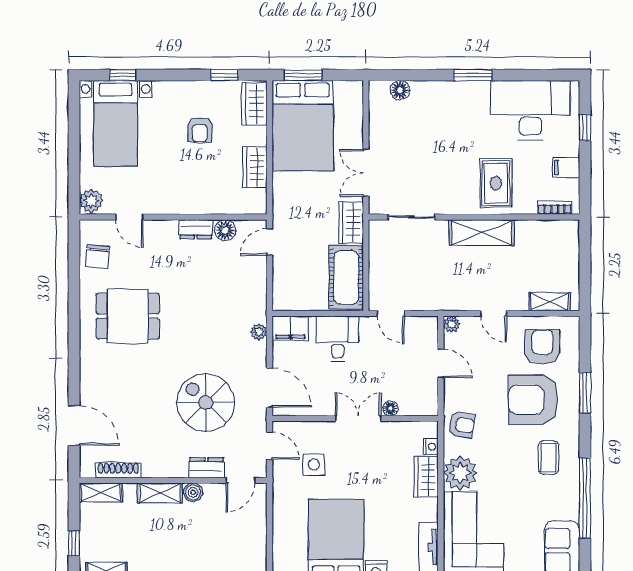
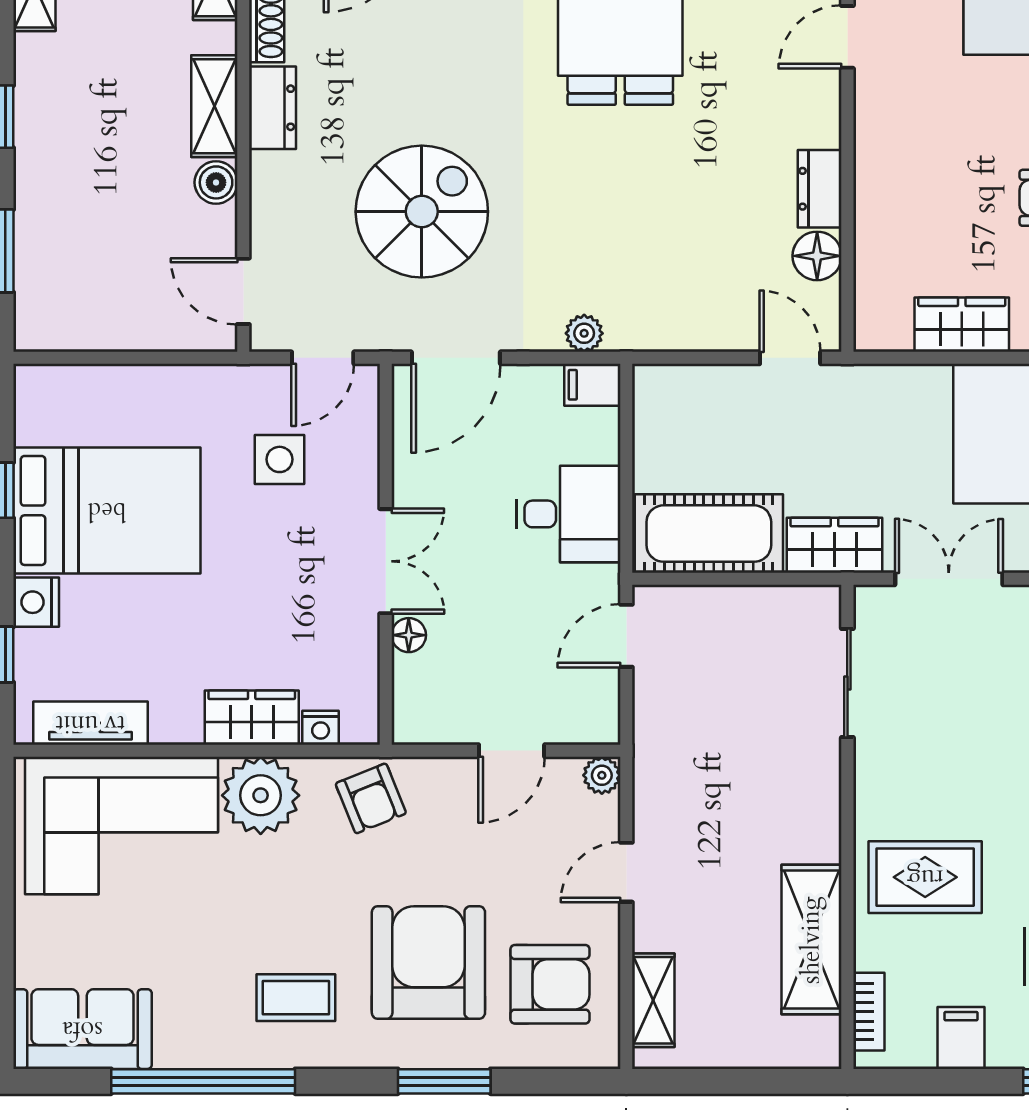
shelving: (482, 233) -> (812, 940), moved
filing cabinet: (290, 328) -> (592, 385), width x0.50
armchair: (462, 425) -> (371, 798), turned -31
dresser: (206, 468) -> (272, 108), moved

